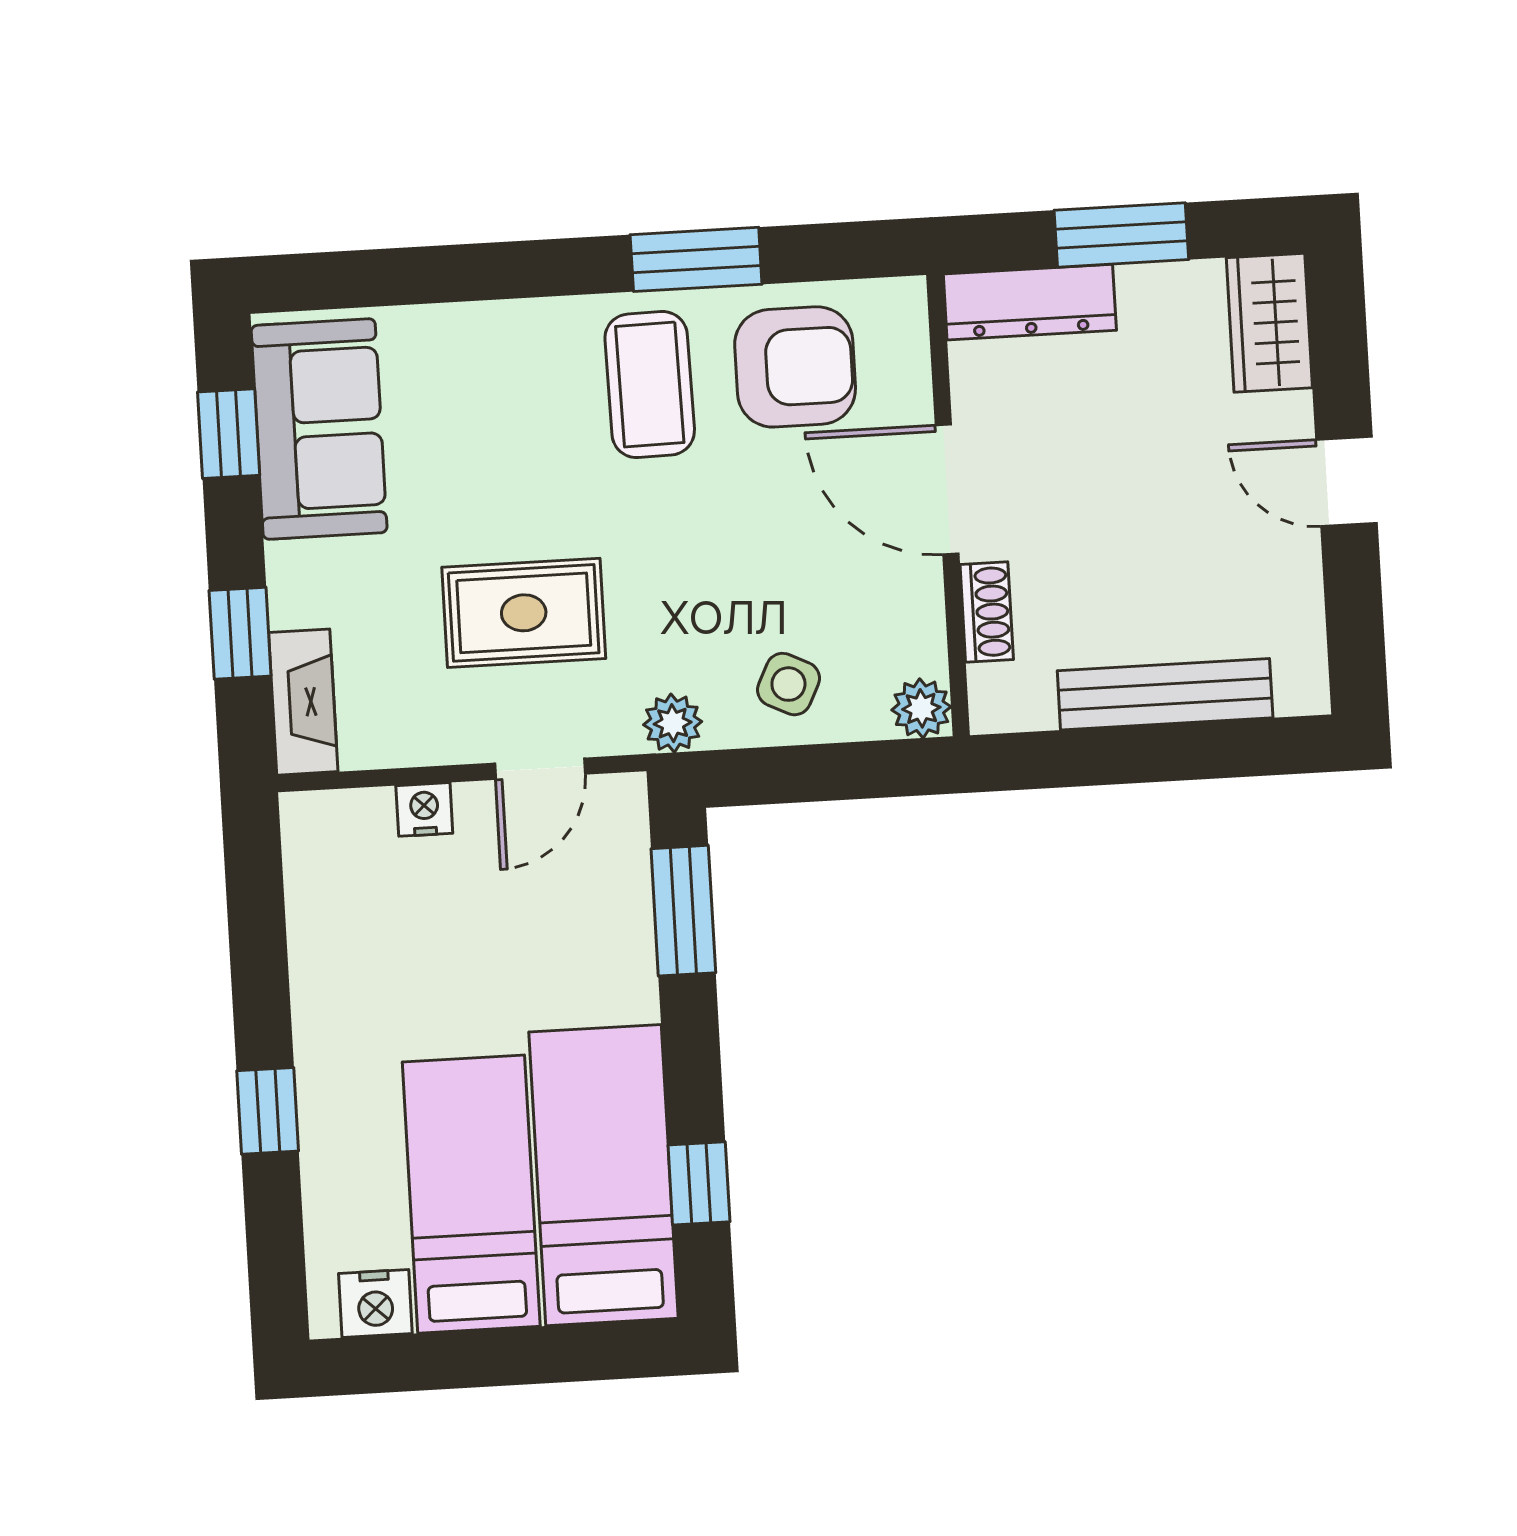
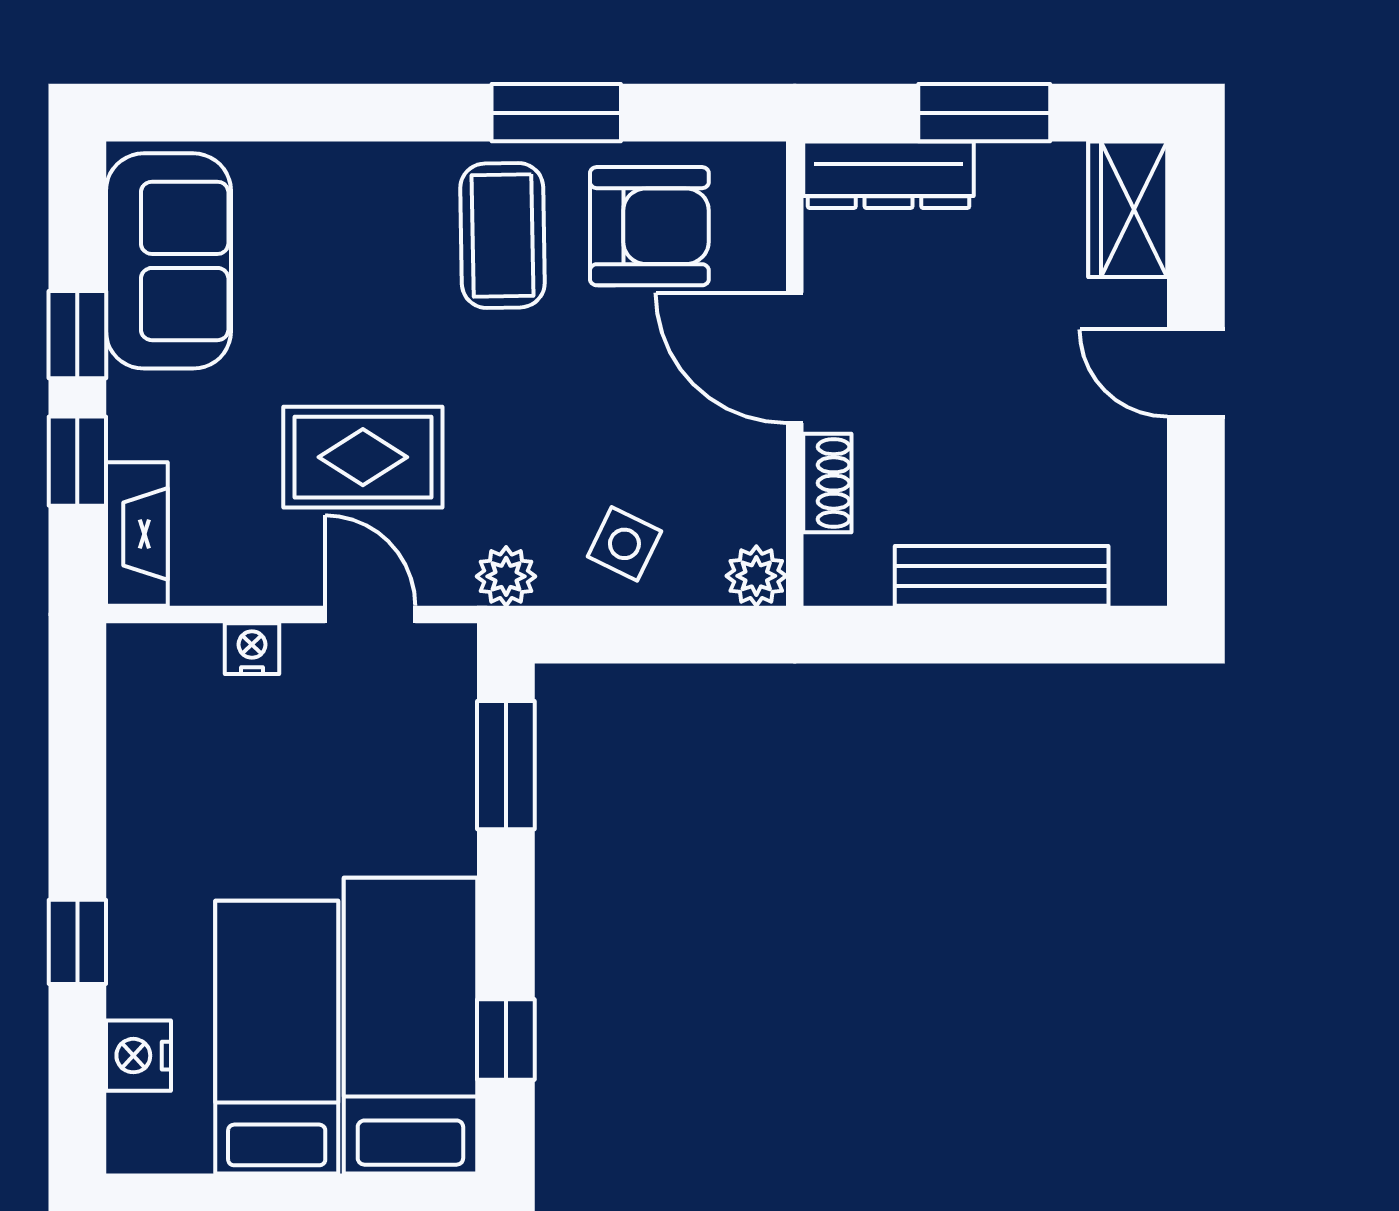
window: (229, 434) -> (77, 335), moved
door: (540, 769) -> (370, 614), swing flipped
nightstand: (375, 1303) -> (139, 1056), moved, turned 90

